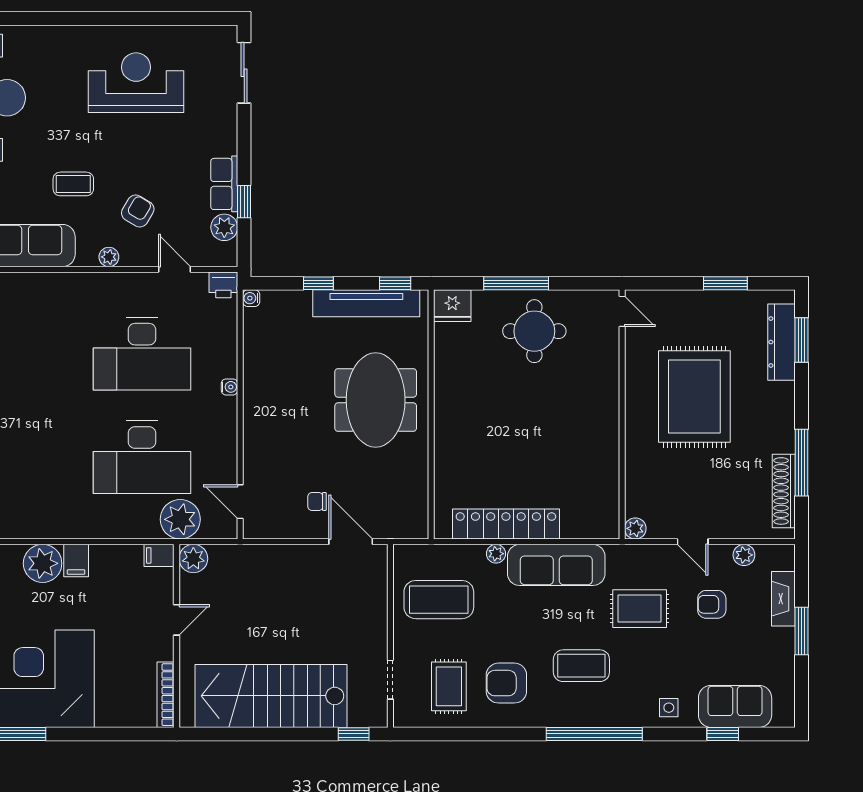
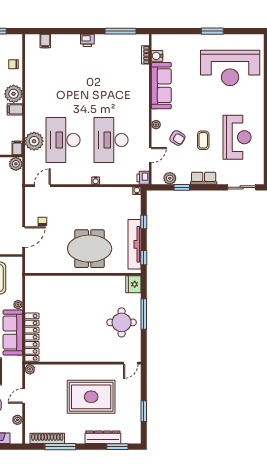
coffee table: (73, 184) -> (203, 140), moved
row of seats: (224, 184) -> (204, 178), moved
dresser: (782, 342) -> (103, 437), moved
plant: (180, 519) -> (34, 141), moved
locker: (506, 524) -> (32, 337), moved

